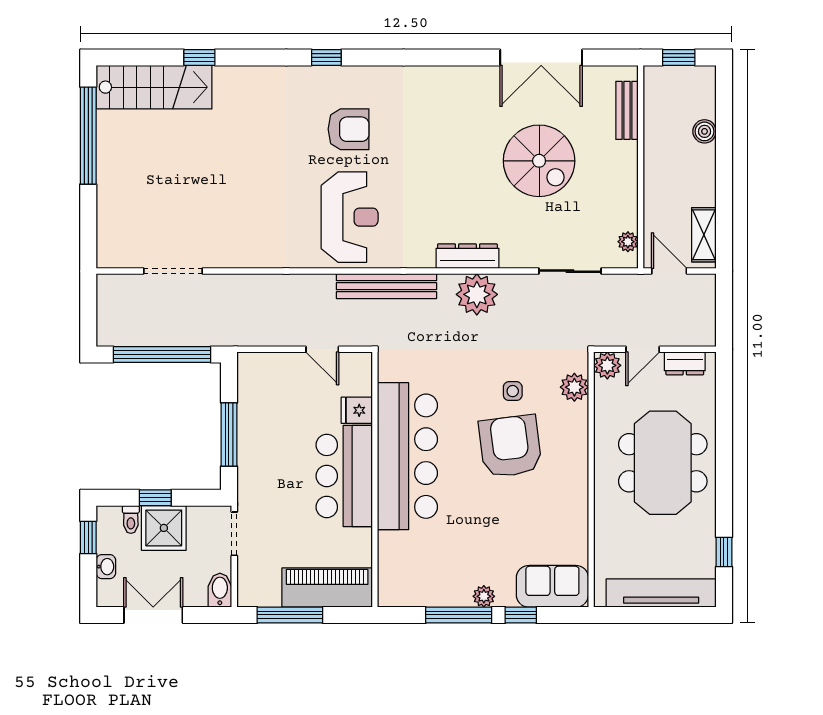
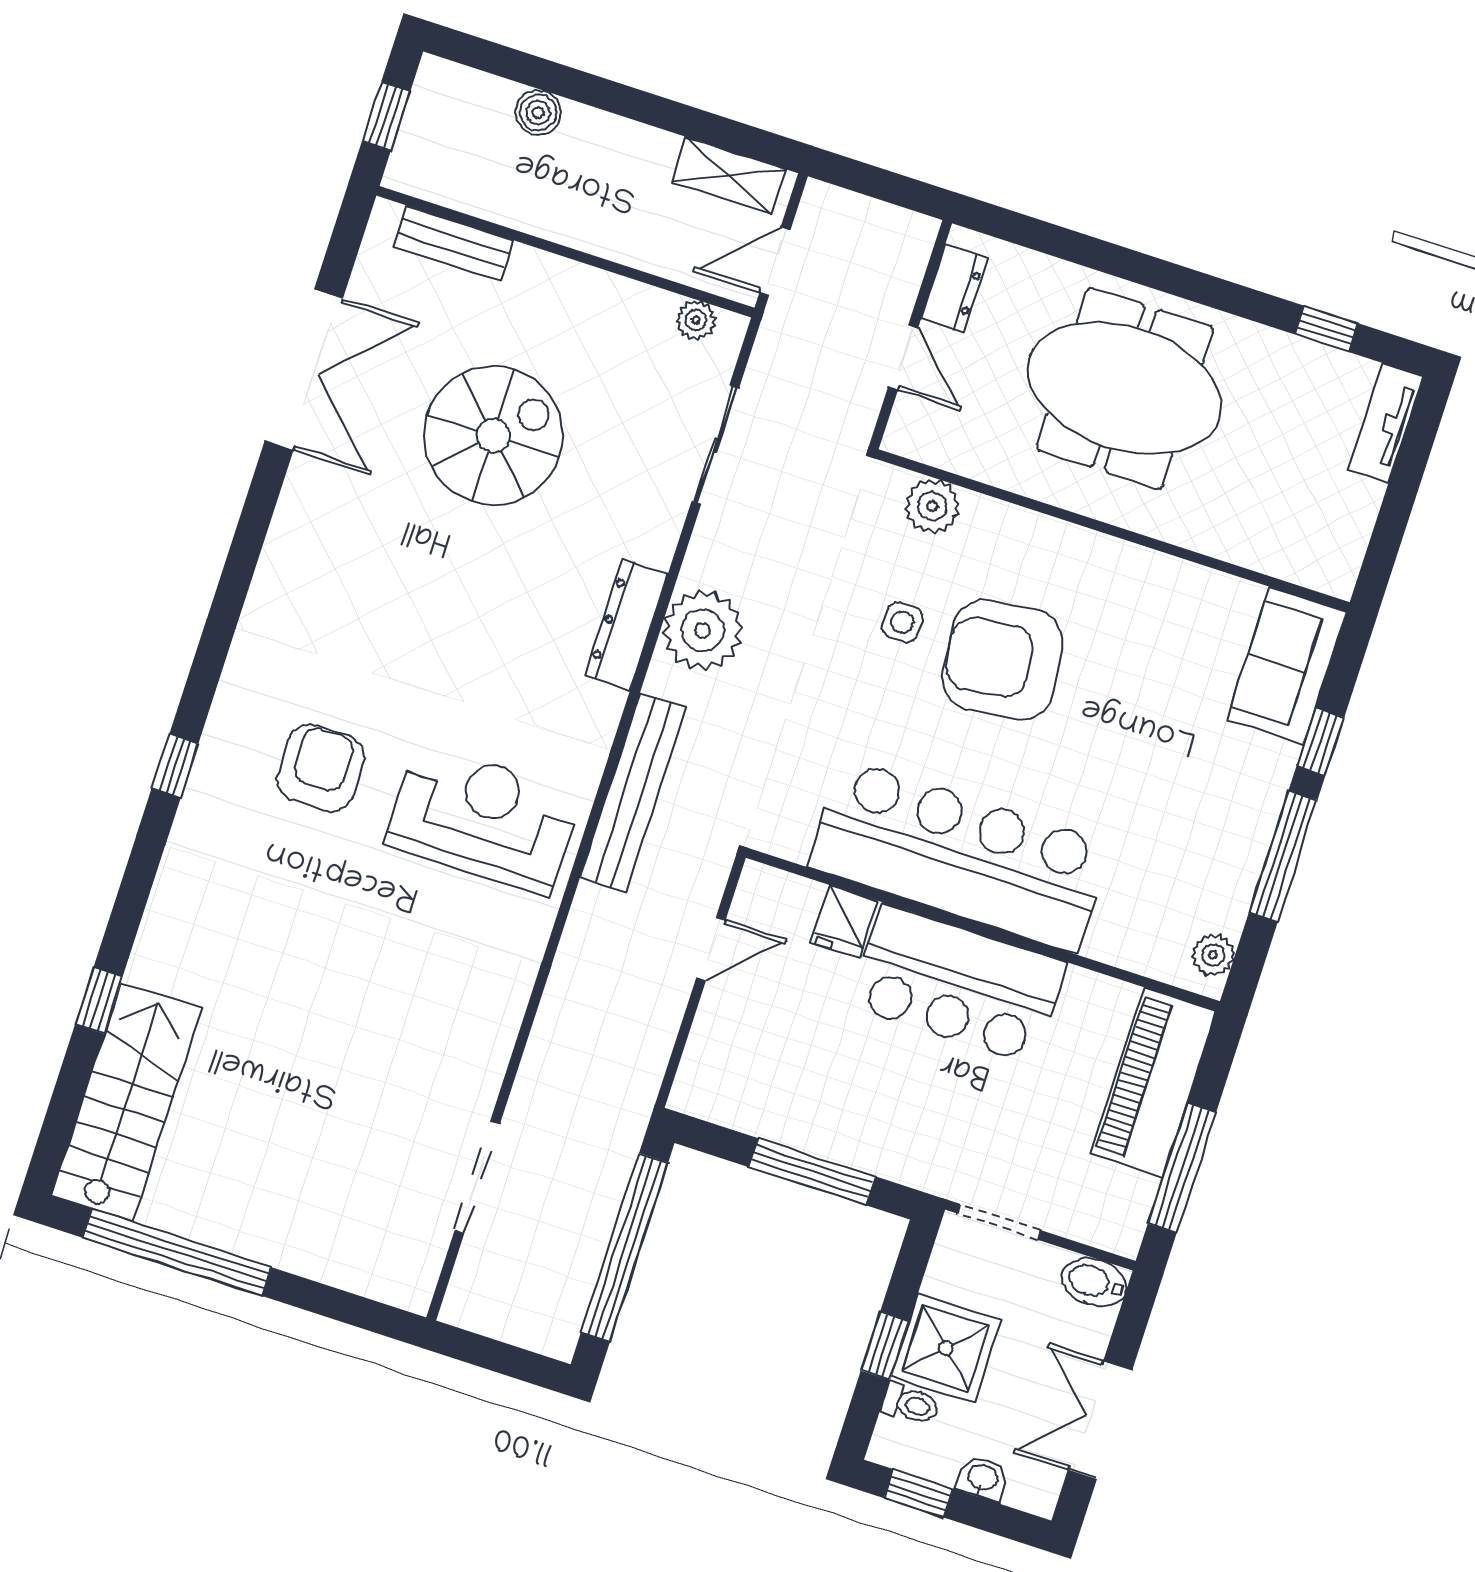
plant: (607, 365) -> (912, 432), removed
tv unit: (661, 593) -> (1386, 423), width x0.52, depth x0.78
plant: (484, 596) -> (1213, 955), moved

